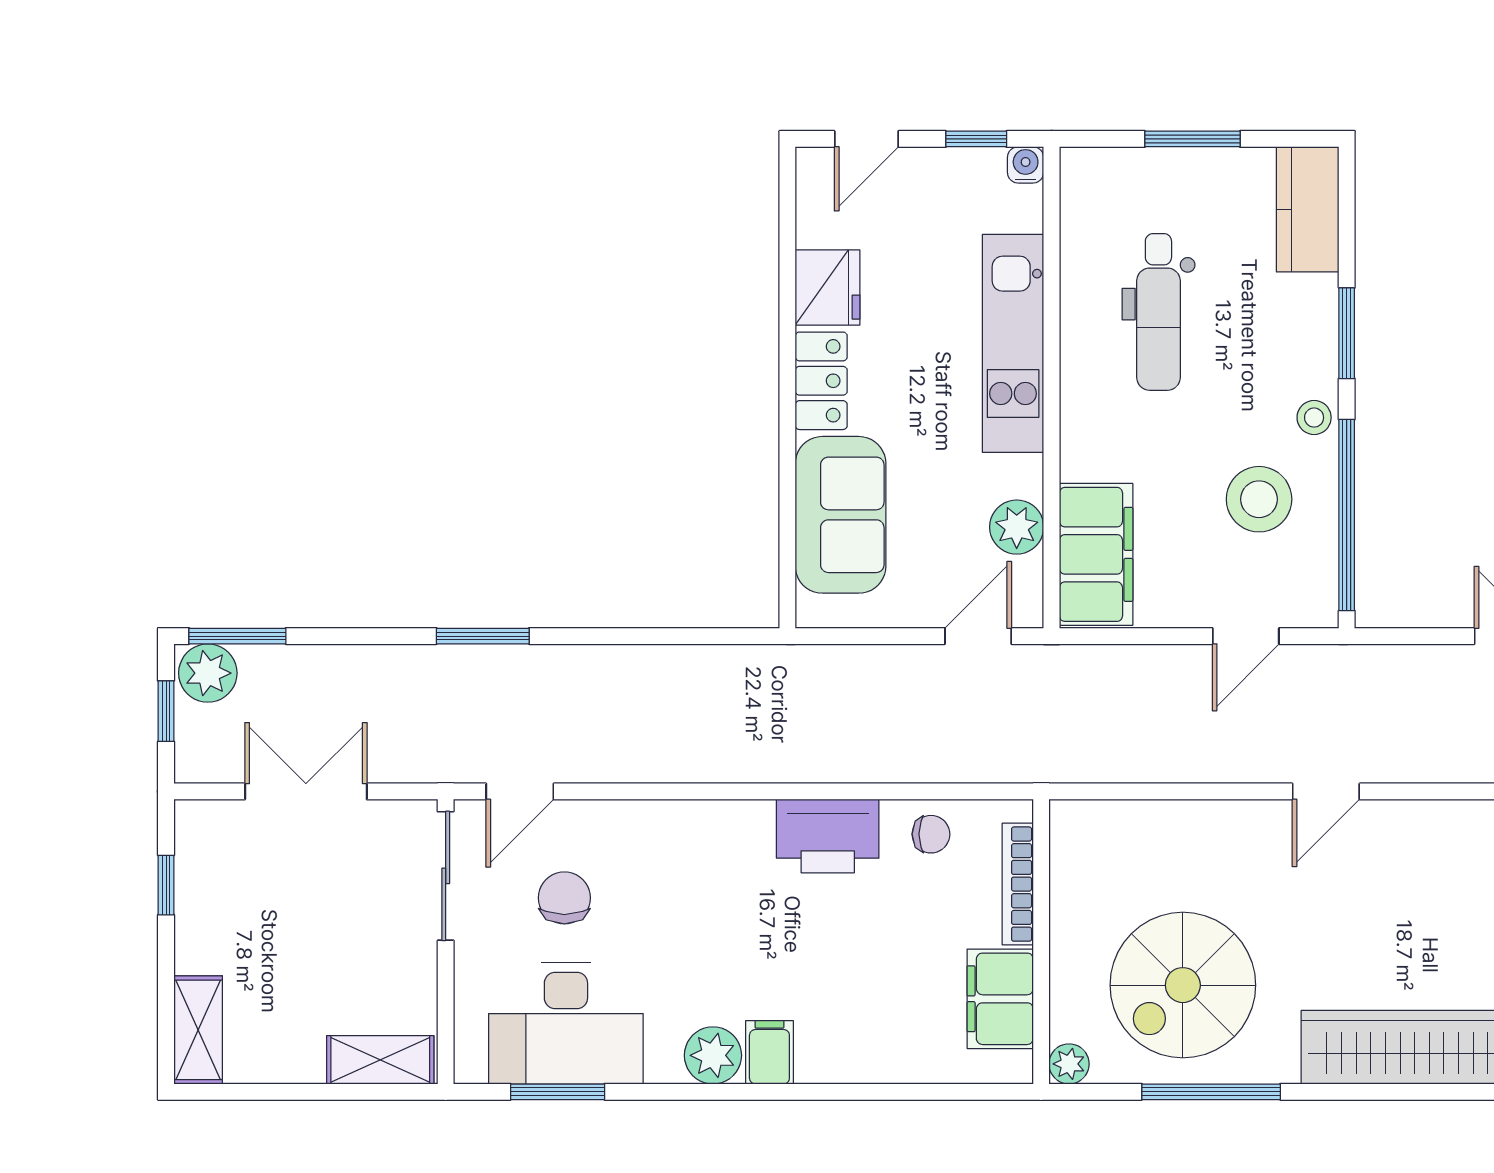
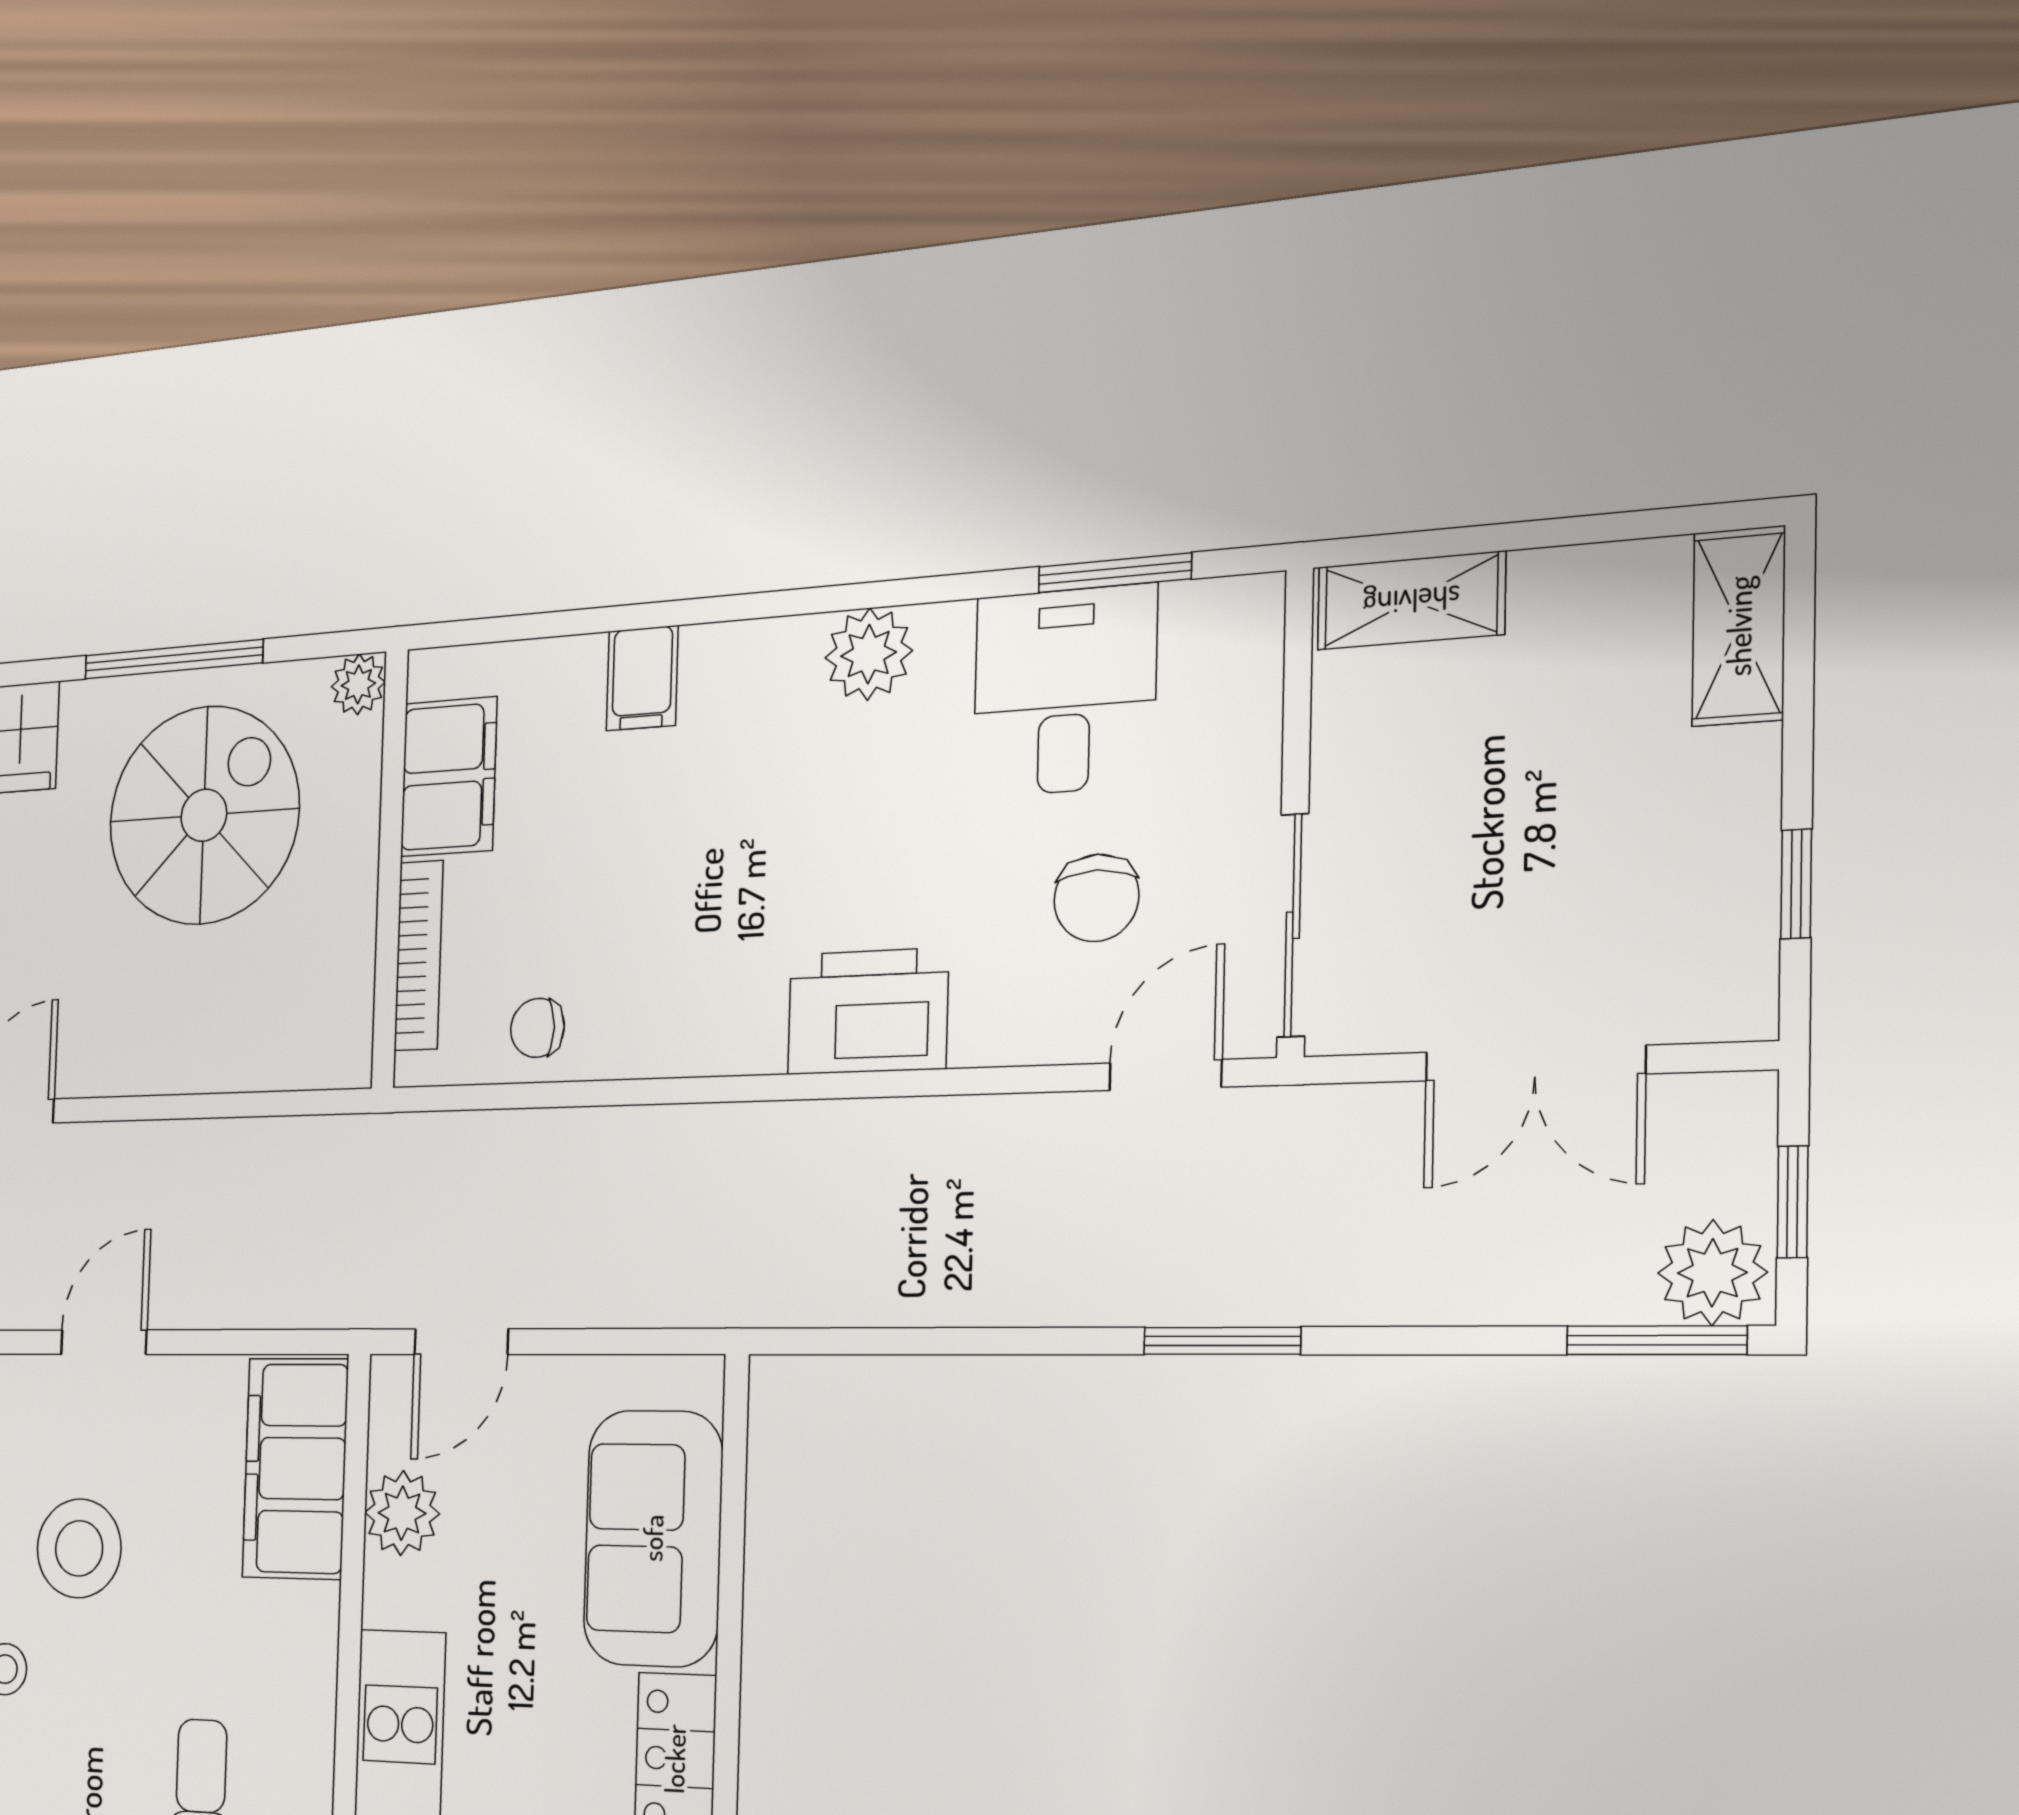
printer: (828, 836) -> (868, 1011), moved
desk: (566, 1023) -> (1065, 691), width x0.73
filing cabinet: (769, 1052) -> (642, 678), moved

